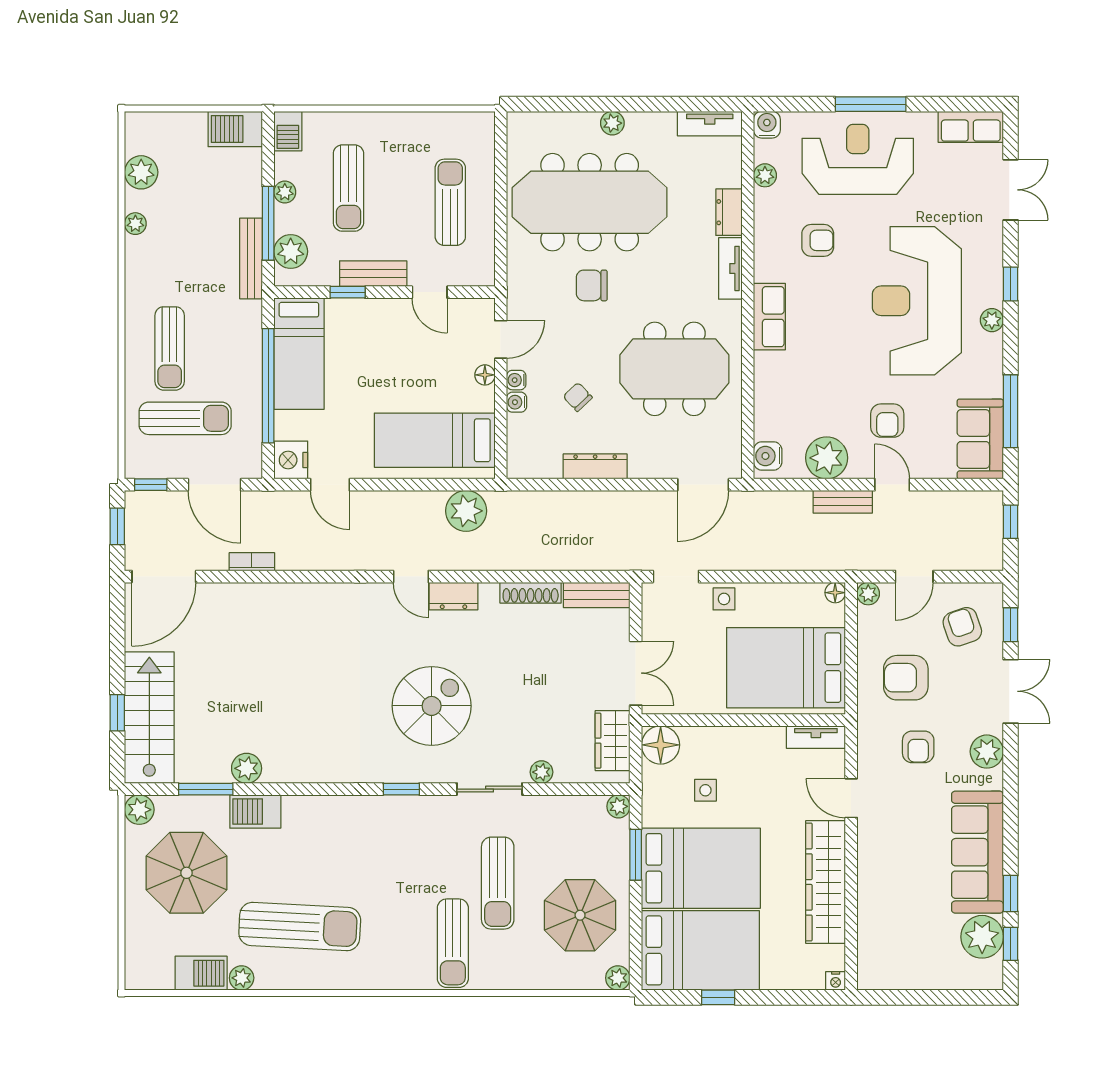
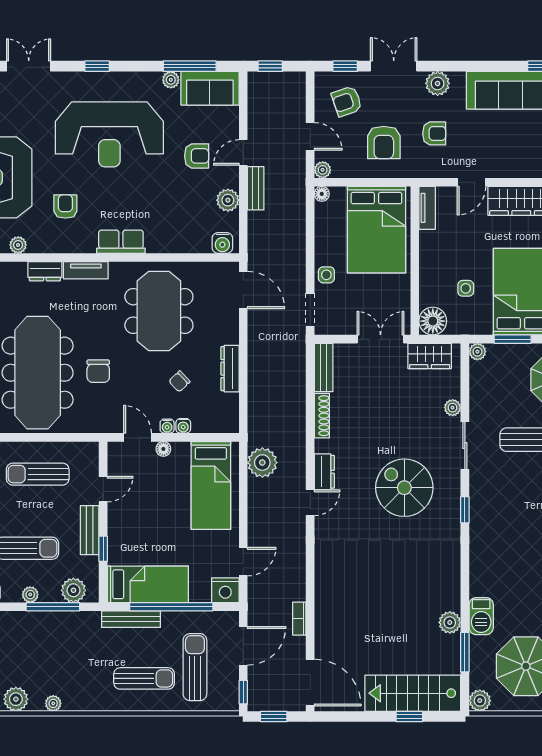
bench: (251, 258) -> (131, 619), moved
plant: (992, 320) -> (171, 80), moved
plant: (827, 458) -> (228, 200), width x0.73, depth x0.73

